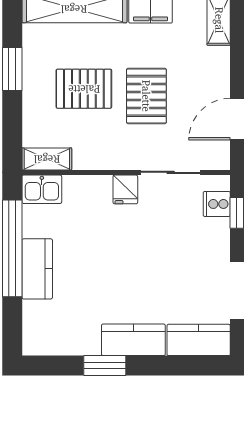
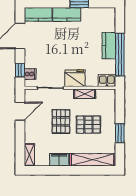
shelving: (47, 159) -> (85, 94), moved
fridge: (125, 189) -> (75, 78), width x1.88, depth x1.34

